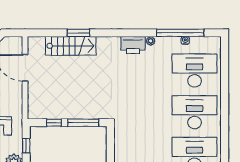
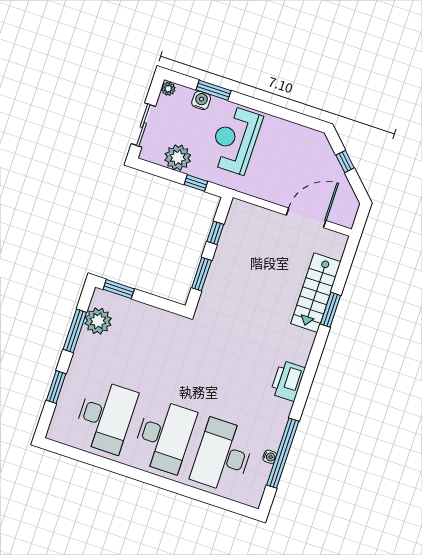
plant: (151, 41) -> (285, 408), removed
desk: (195, 71) -> (223, 456), turned 180
window: (83, 123) -> (202, 274), width x0.69

